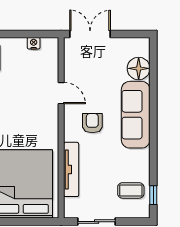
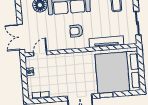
door: (61, 93) -> (40, 54), moved

